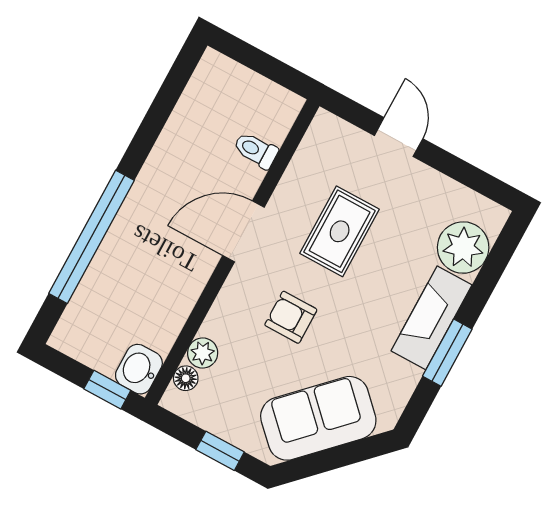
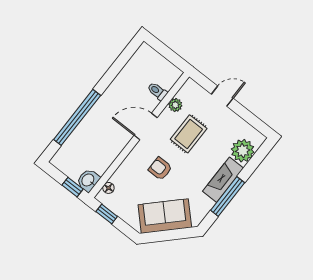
door: (399, 137) -> (222, 96), hinge flipped
plant: (203, 353) -> (175, 105), moved
window: (447, 353) -> (228, 197), width x1.44
window: (220, 451) -> (107, 214), moved

